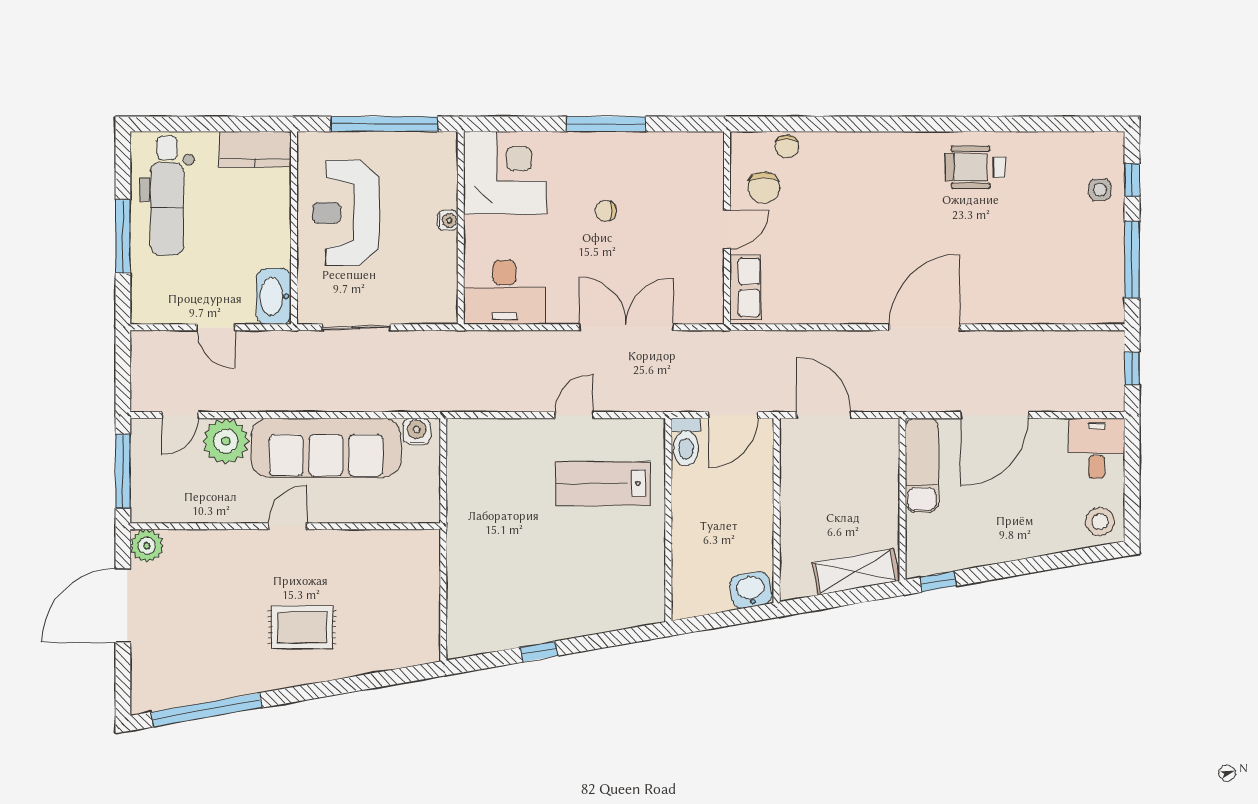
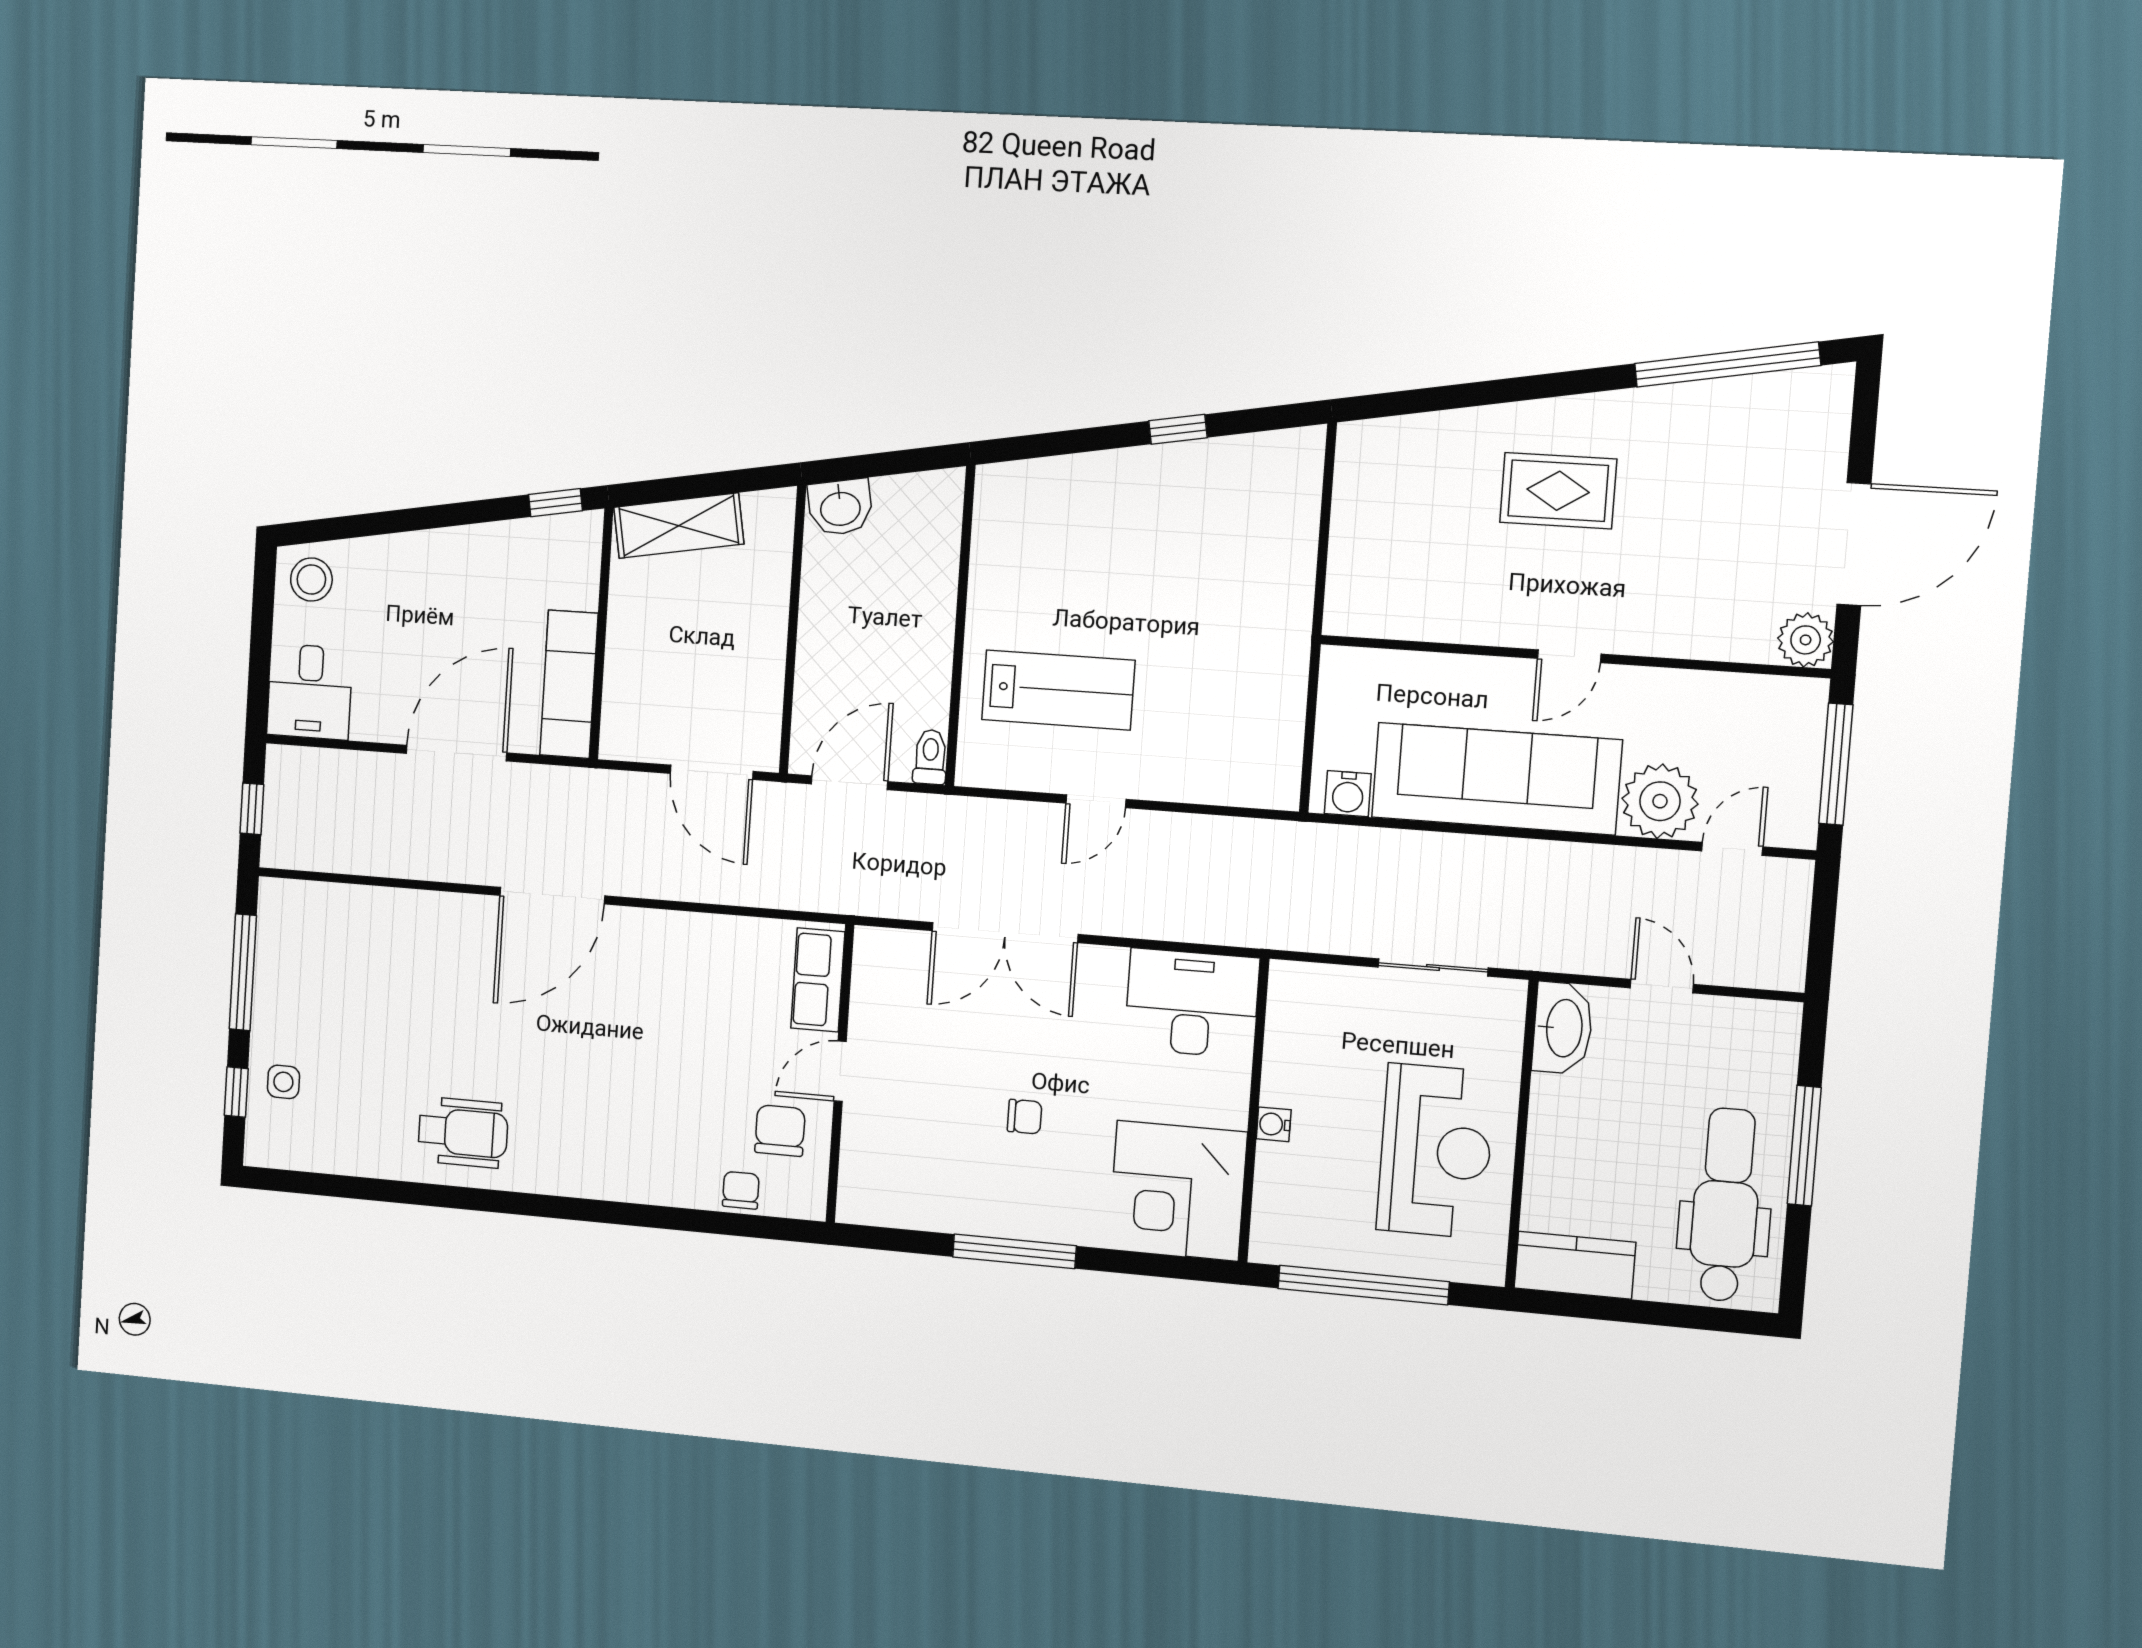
toilet: (686, 442) -> (930, 757), width x0.73, depth x0.72

